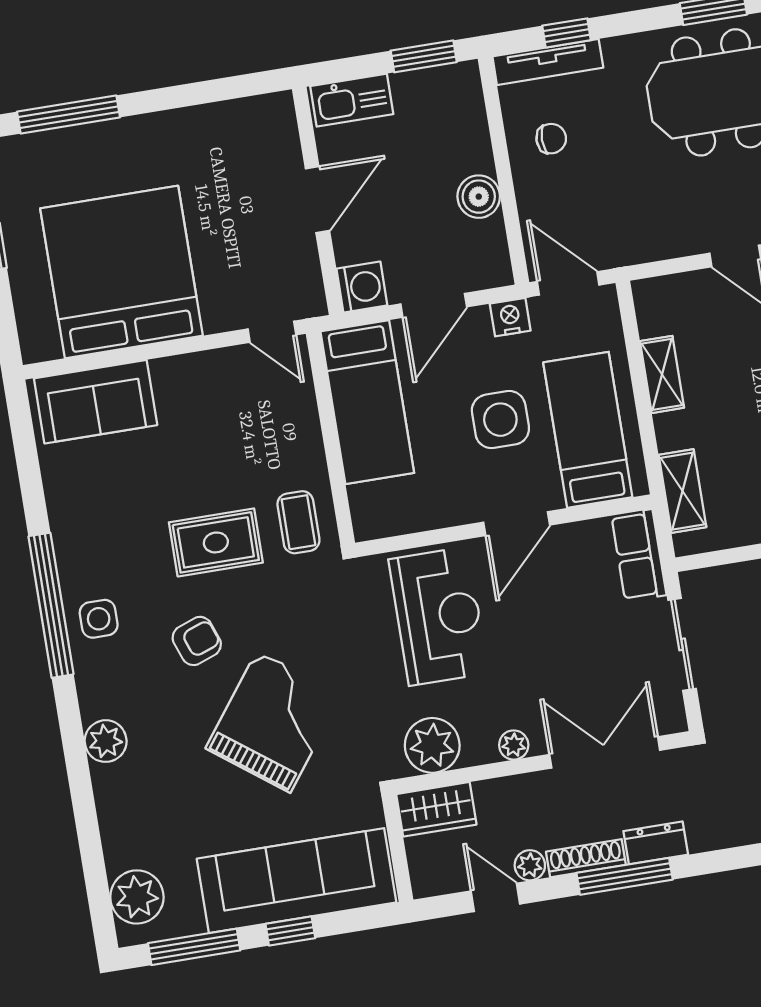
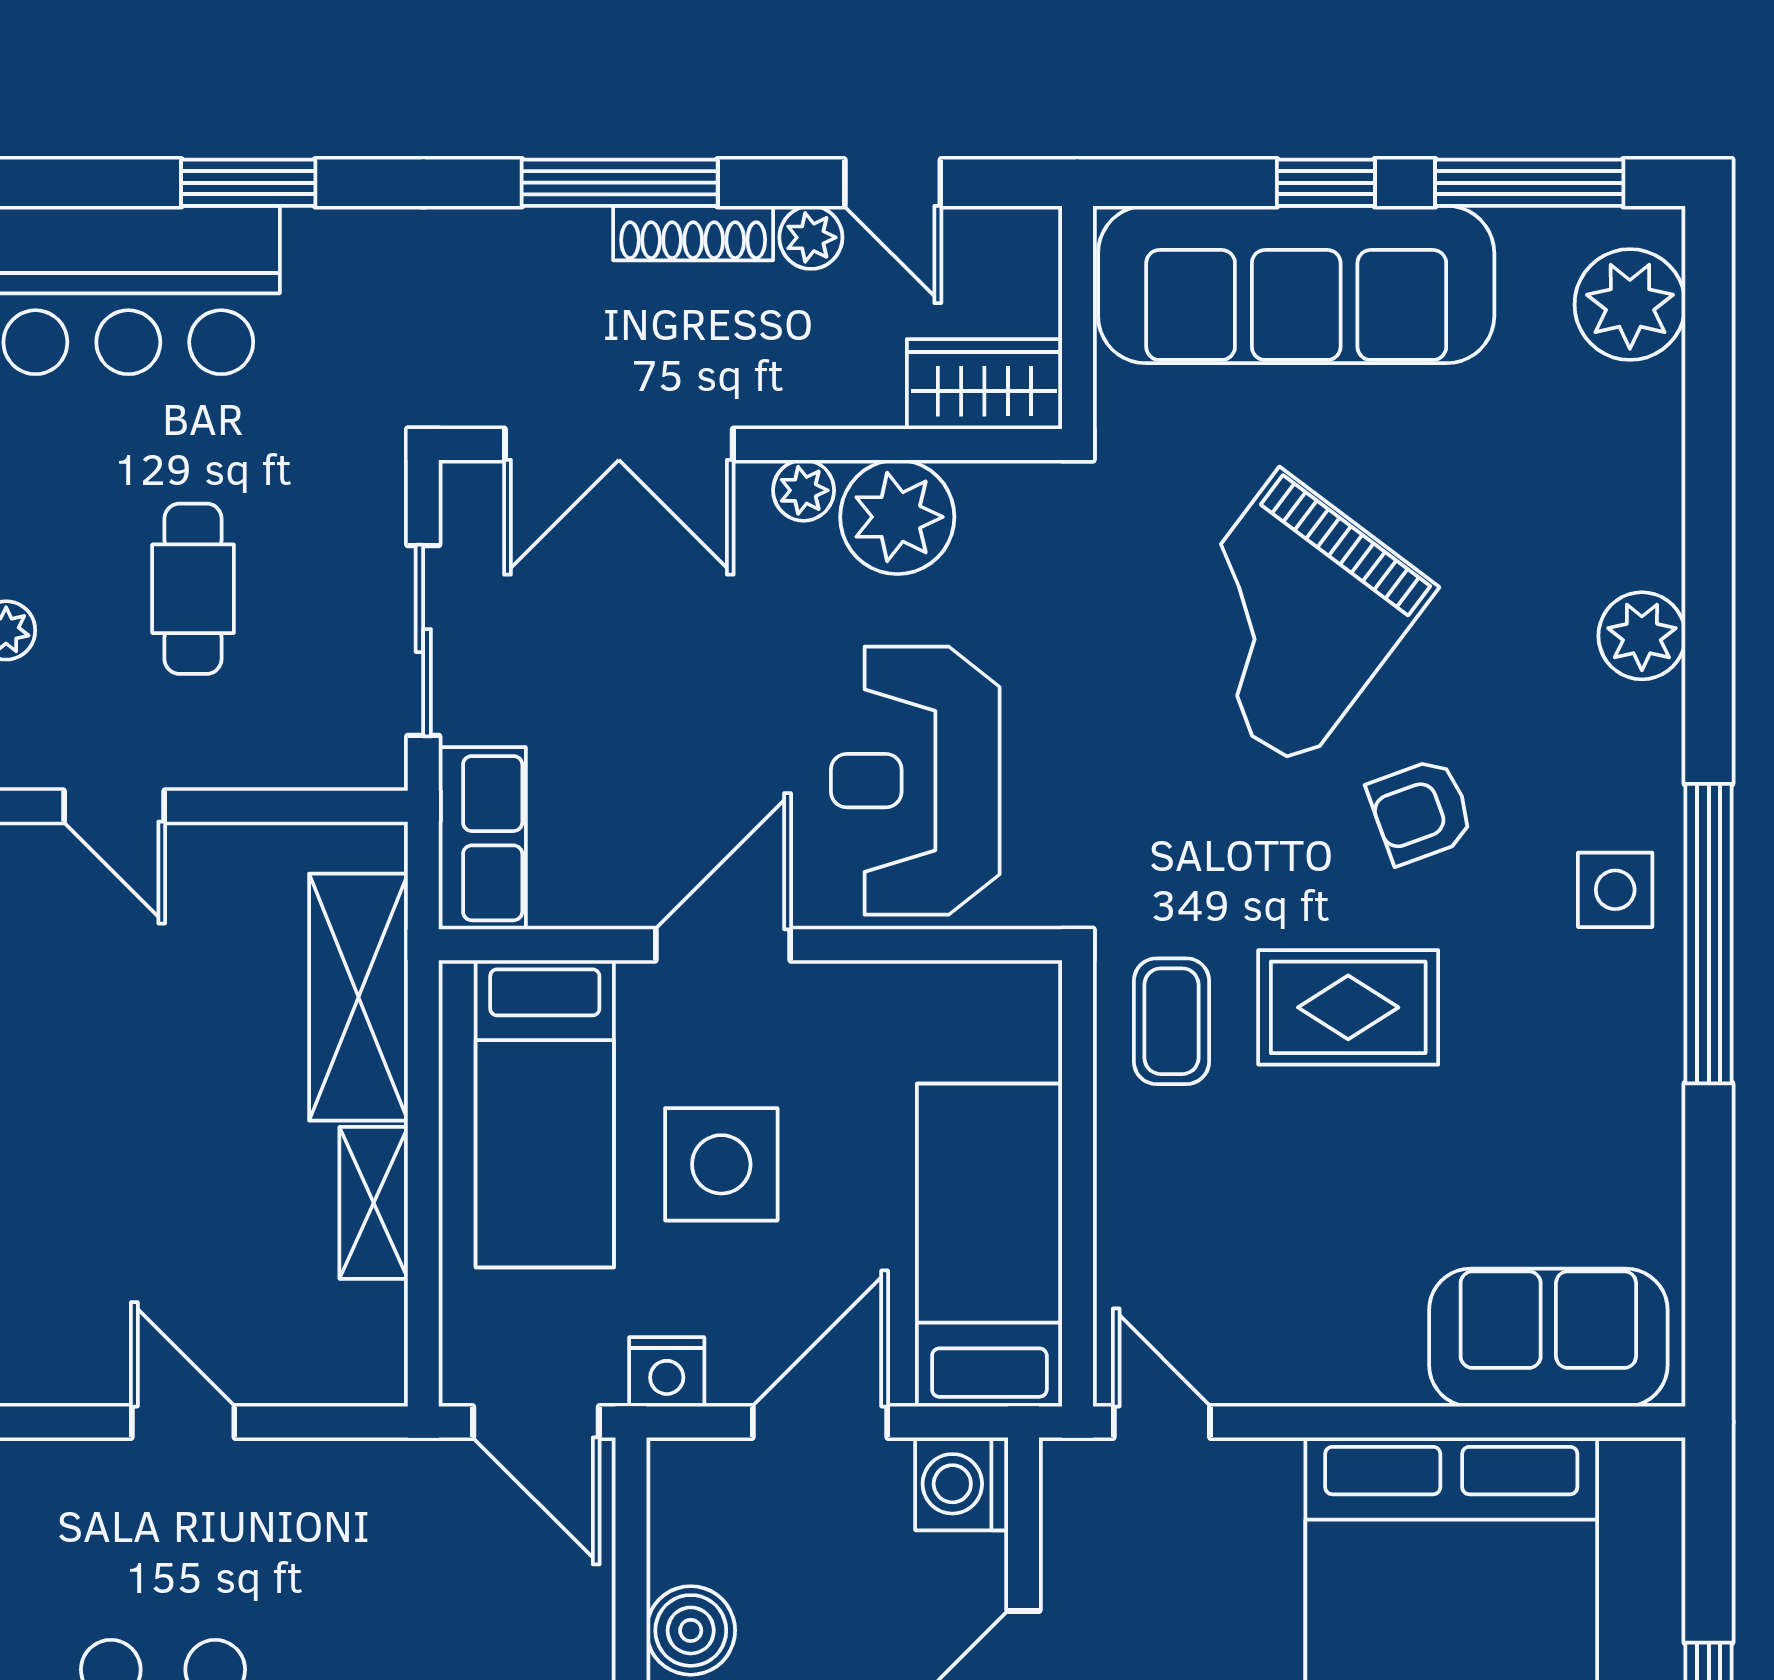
shelving: (682, 491) -> (358, 997), width x1.50, depth x1.33
plant: (432, 745) -> (897, 517), moved
dresser: (656, 843) -> (544, 241), removed

